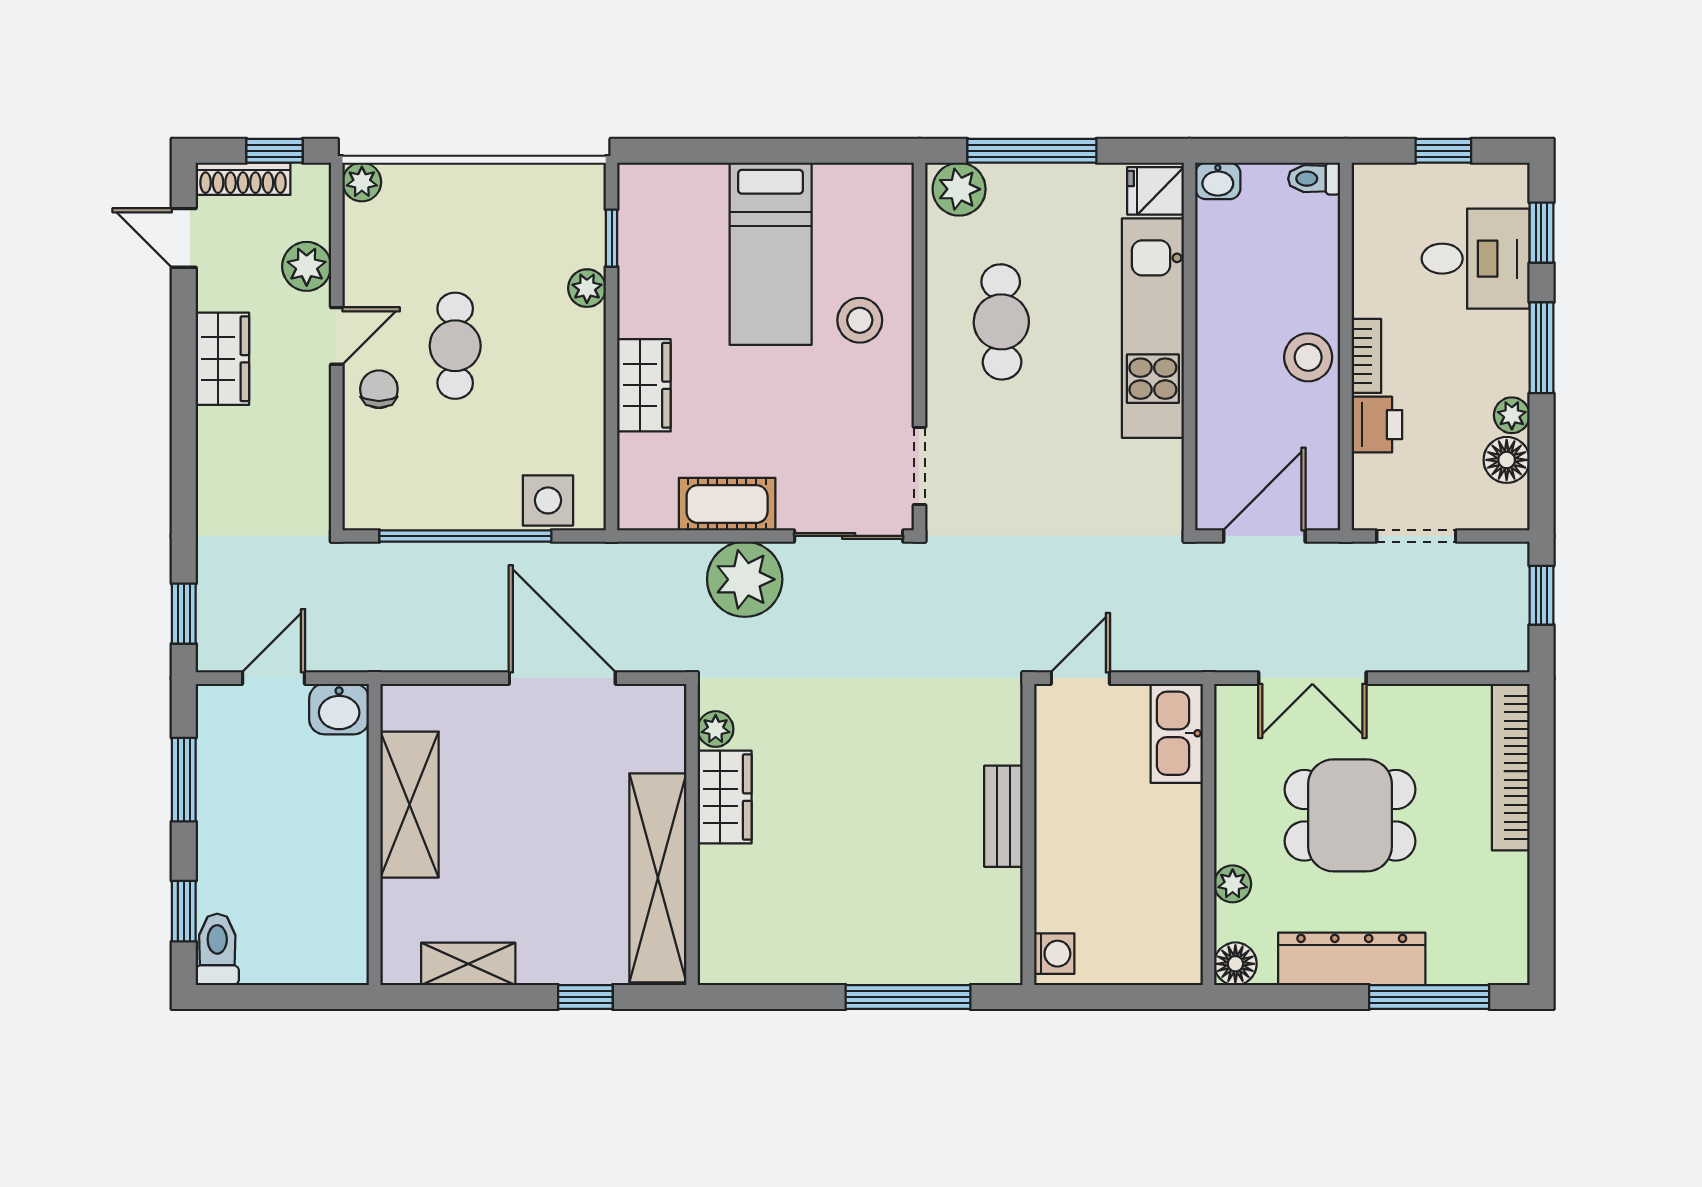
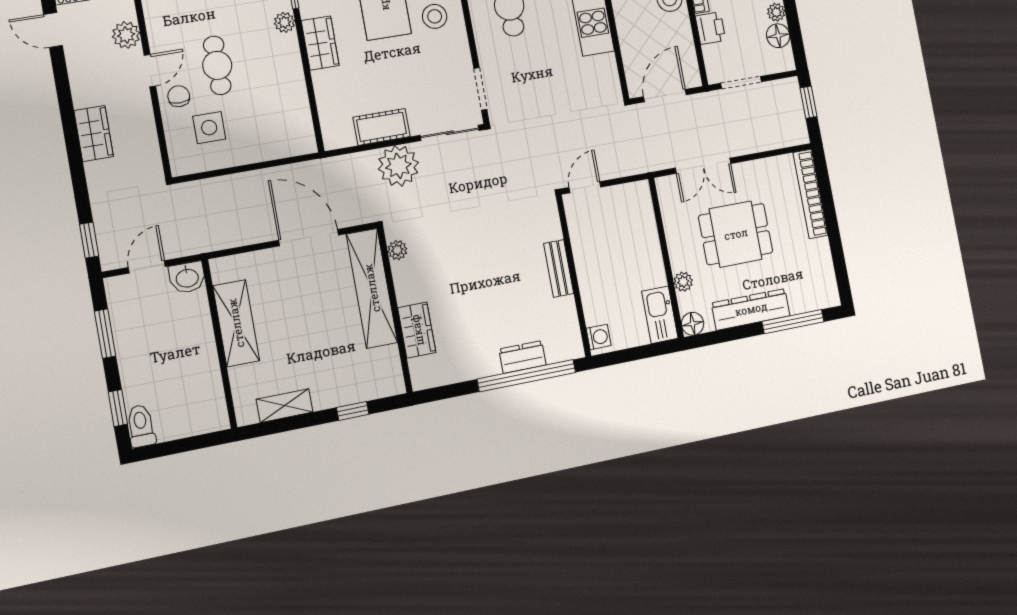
wardrobe: (222, 359) -> (94, 134), moved
wardrobe: (644, 385) -> (320, 43), moved
side table: (548, 500) -> (209, 128), moved
window: (465, 536) -> (241, 169), removed
kitchen sink: (1177, 733) -> (660, 315), moved
wardrobe: (725, 797) -> (417, 330), moved
shelving: (658, 878) -> (372, 288), moved
dresser: (907, 962) -> (523, 357), added
window: (908, 997) -> (526, 376), width x1.46

